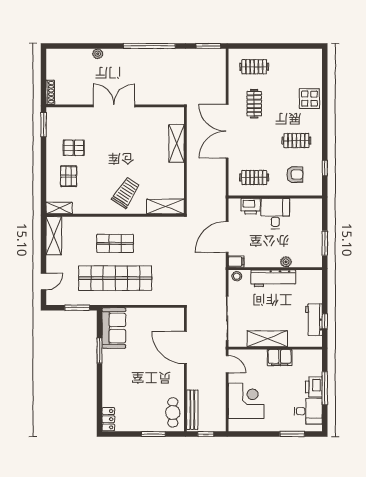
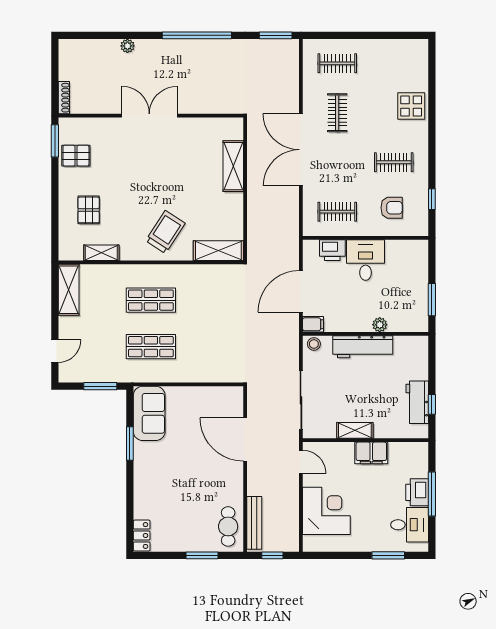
pallet: (74, 148) -> (76, 156), moved
shelving: (59, 208) -> (101, 253), moved
shop shelf: (115, 278) -> (151, 347), width x0.50, depth x0.74
shelving: (267, 339) -> (355, 430), width x0.67, depth x0.75

